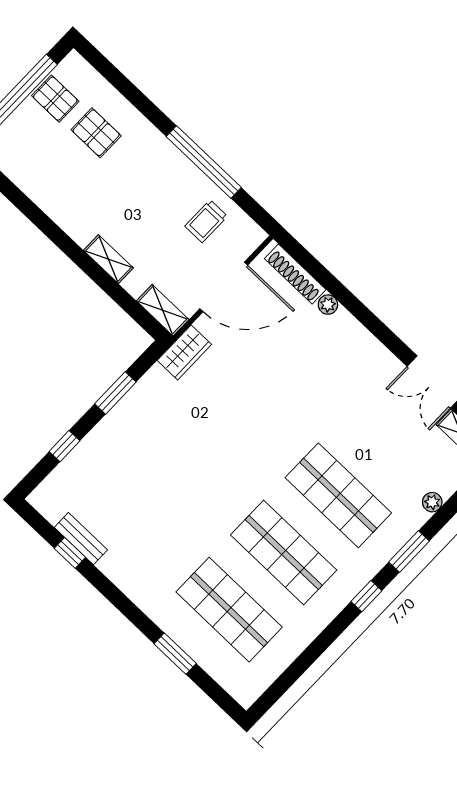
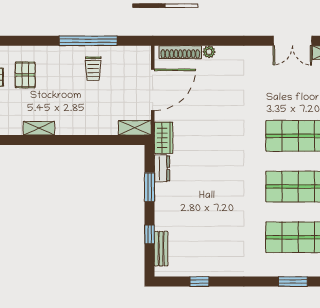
pallet: (96, 133) -> (25, 75), turned 90
trolley: (206, 221) -> (93, 69), moved
shelving: (108, 259) -> (39, 128), moved
dresser: (150, 385) -> (162, 168), added
bench: (81, 539) -> (161, 249), moved, turned 90

